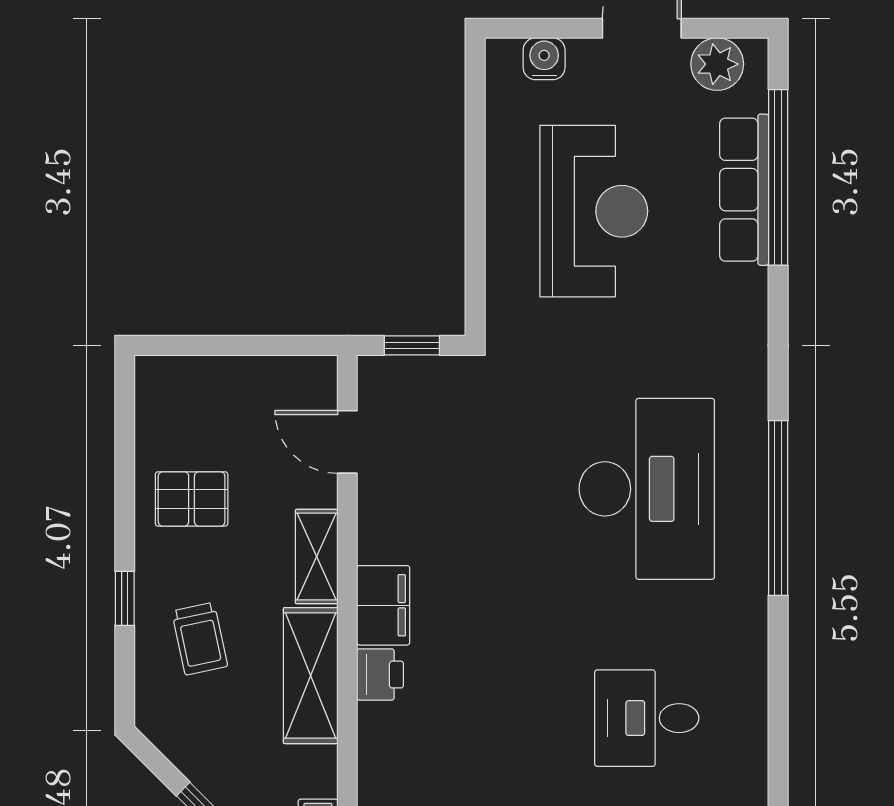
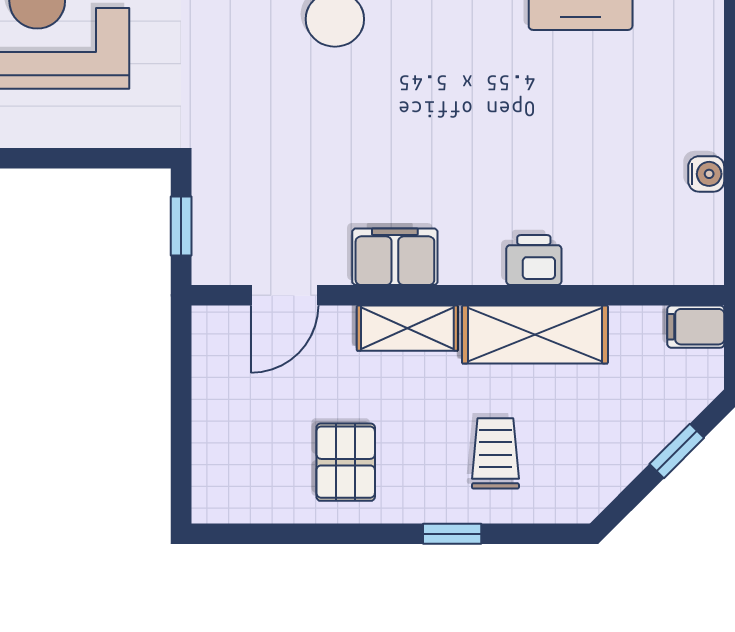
filing cabinet: (383, 605) -> (395, 257), moved
trolley: (200, 639) -> (495, 453), turned -78

